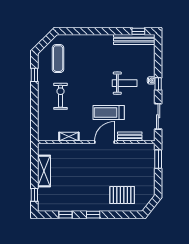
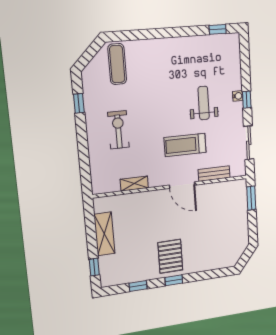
bench: (134, 40) -> (213, 41), removed
exercise mat: (58, 59) -> (117, 64), moved
weight bench: (125, 83) -> (204, 103), turned -90
door: (104, 142) -> (182, 185), swing flipped
pallet: (122, 195) -> (170, 256), moved, turned 90

